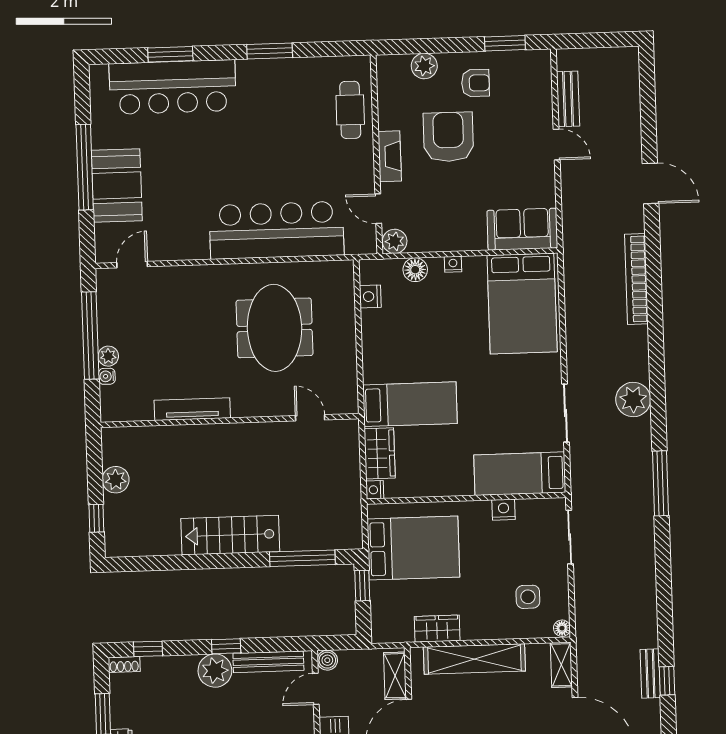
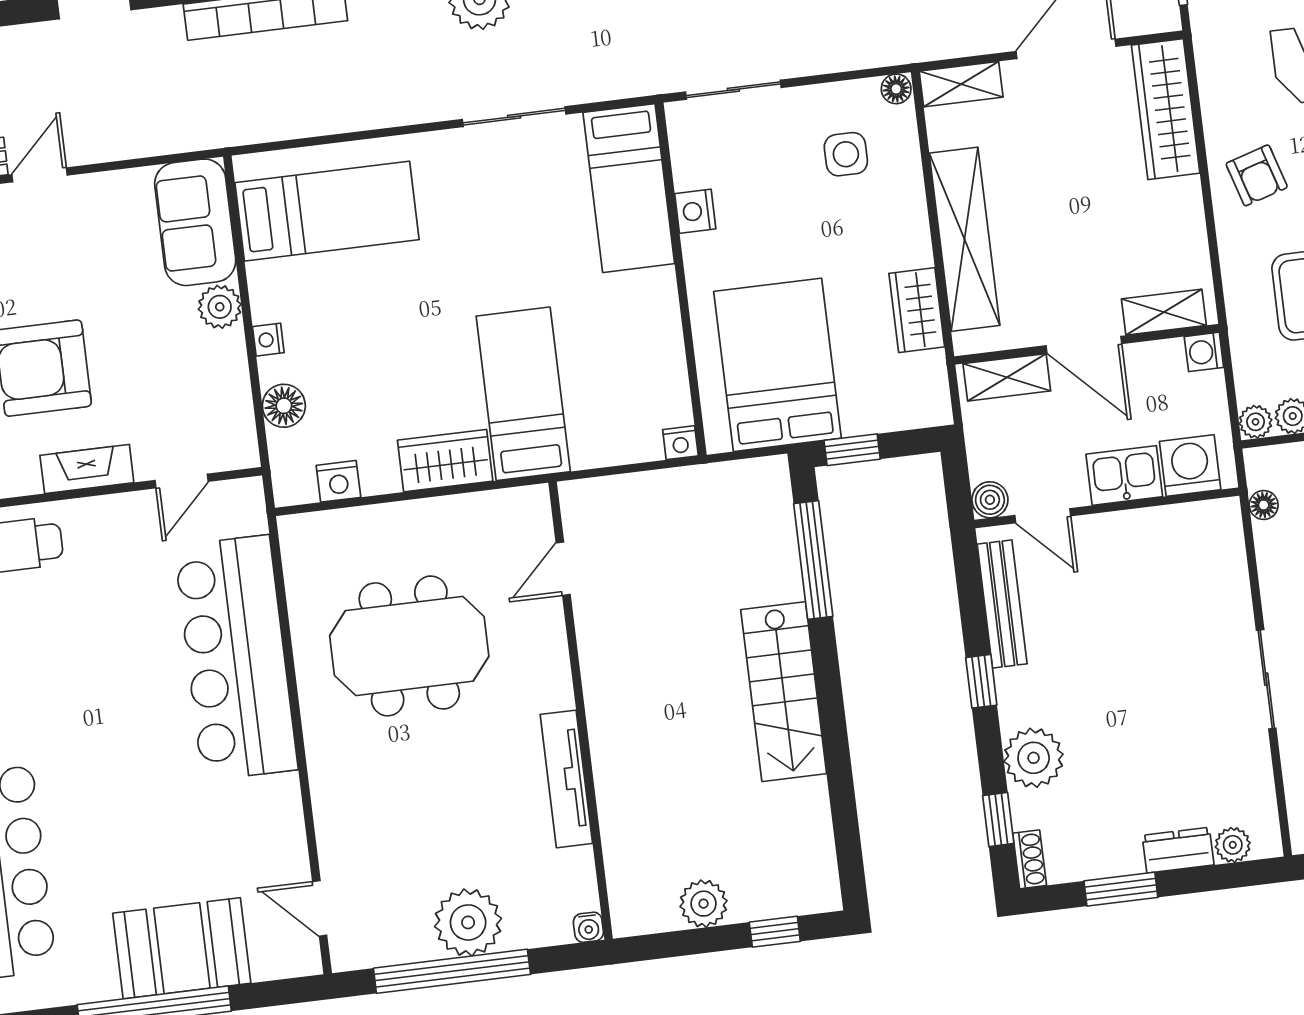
plant: (395, 241) -> (220, 307), moved
bed: (522, 304) -> (327, 211), width x0.67
plant: (108, 356) -> (468, 922), width x1.87, depth x1.87
water cooler: (107, 376) -> (588, 927), moved
wardrobe: (380, 453) -> (445, 461), moved
plant: (215, 671) -> (1034, 758), moved

